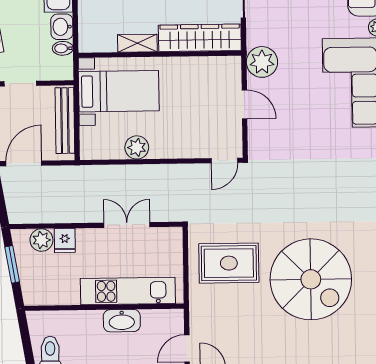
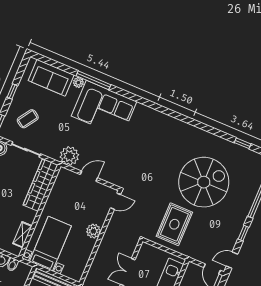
shelving: (137, 43) -> (22, 235), moved
plant: (137, 147) -> (93, 231), moved
door: (224, 161) -> (116, 201), hinge flipped

